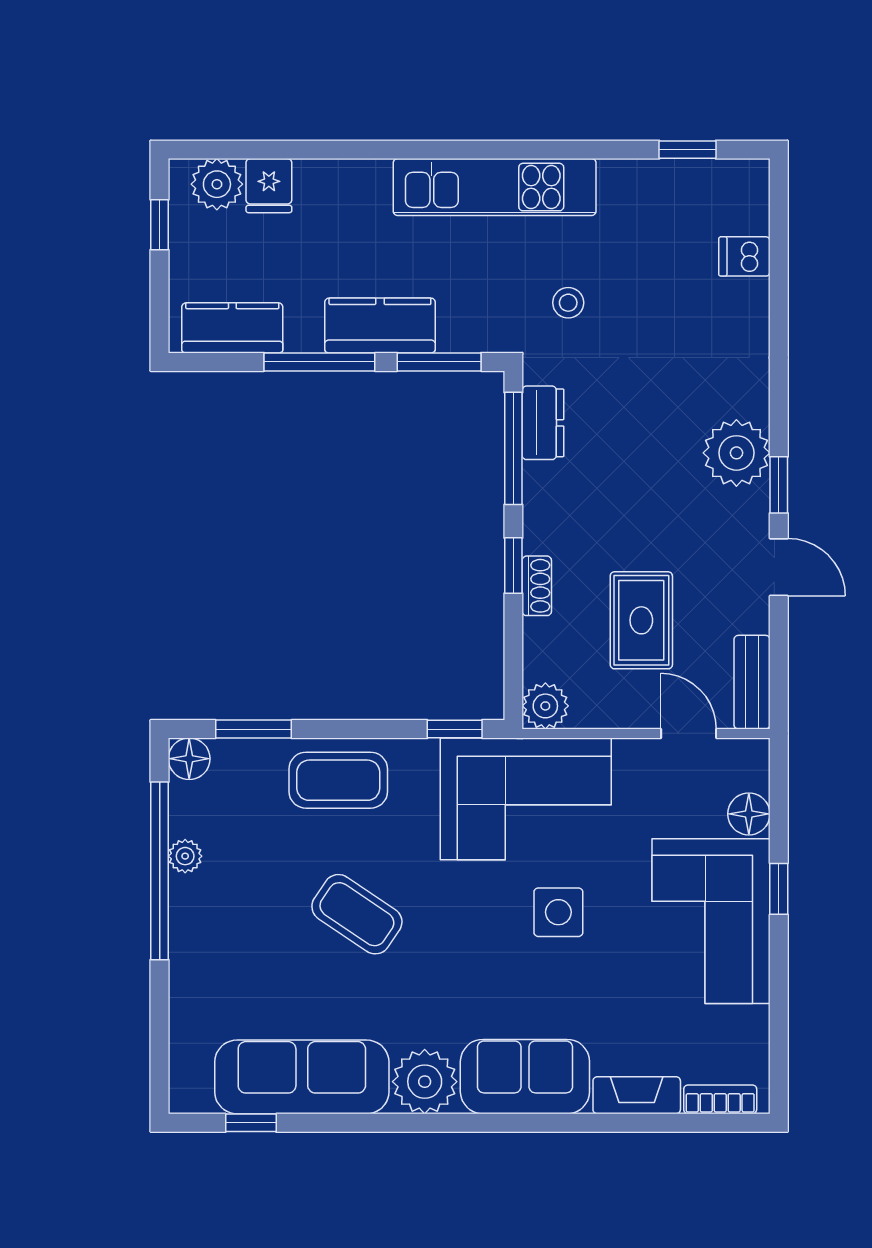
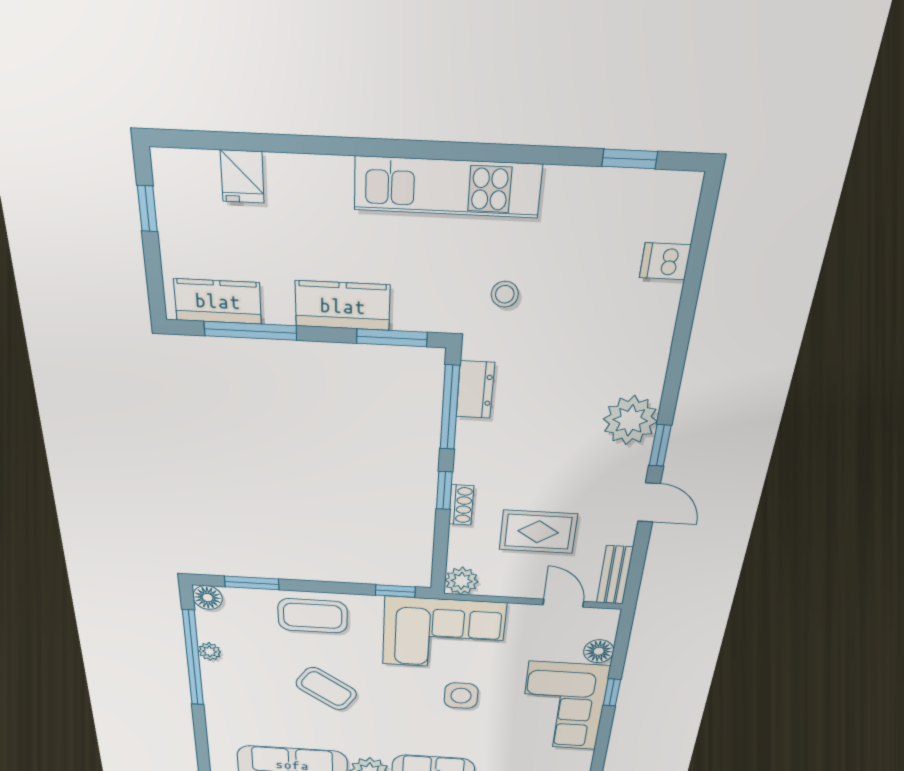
plant: (217, 184) -> (195, 173), removed
window: (319, 362) -> (250, 331), moved
rug: (641, 620) -> (538, 532), turned 90

